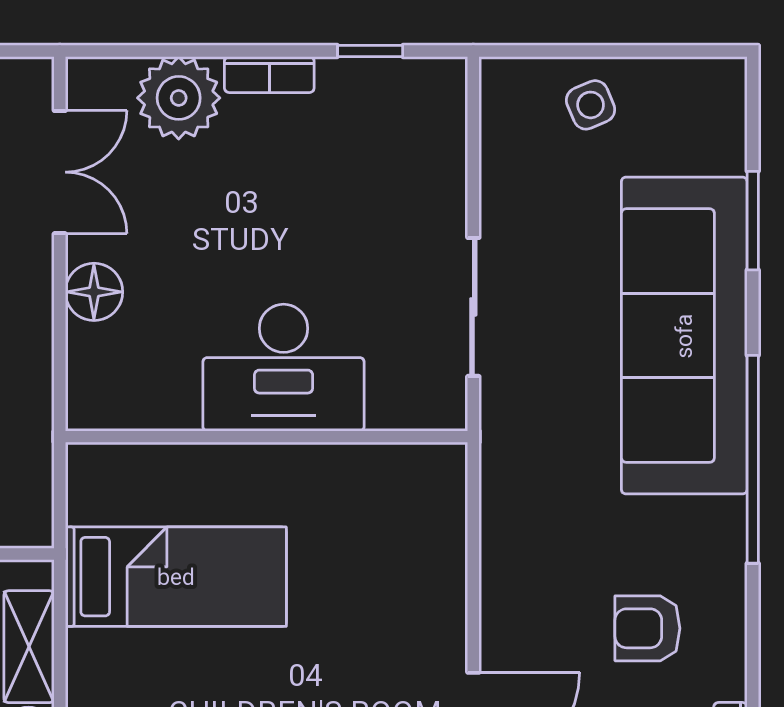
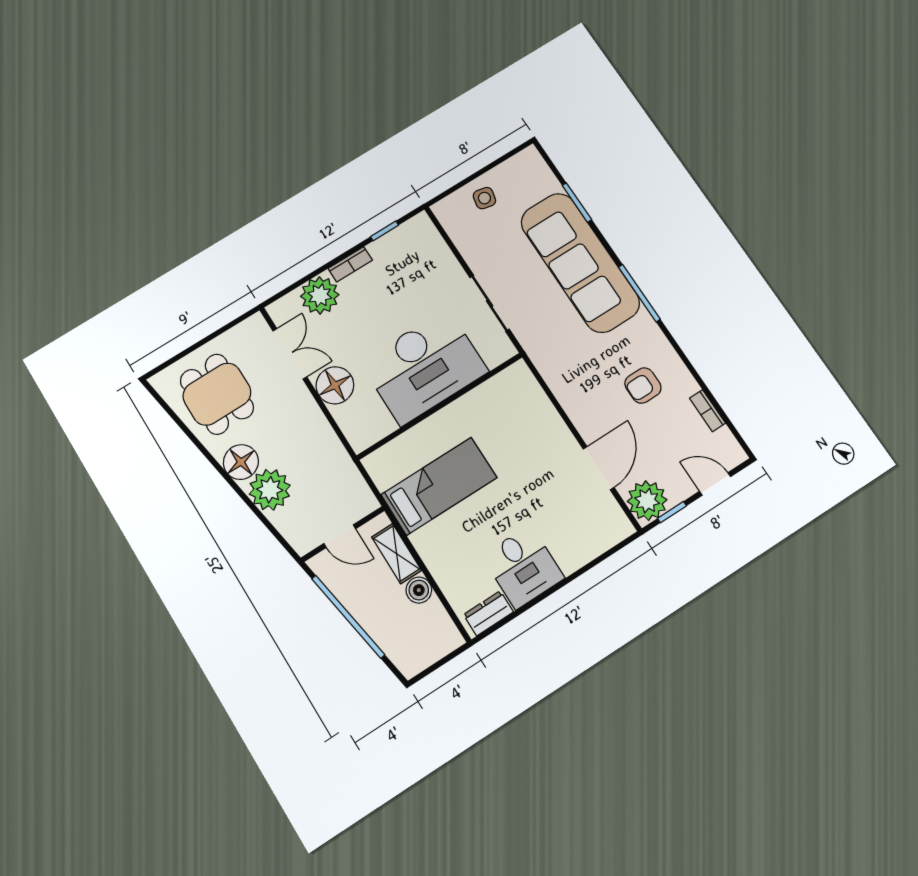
side table: (591, 105) -> (484, 198), turned 35
floor lamp: (94, 292) -> (335, 385), width x1.38, depth x1.38
desk: (284, 368) -> (424, 367), width x1.36, depth x1.30
window: (753, 459) -> (639, 293), width x0.68

